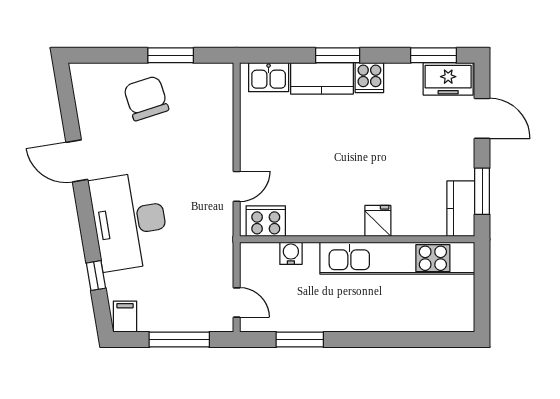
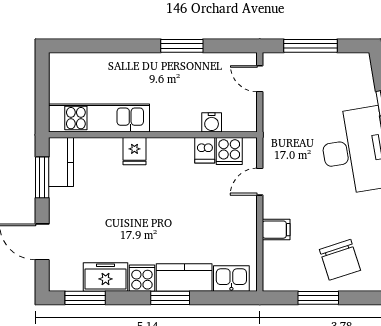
freezer: (448, 79) -> (106, 277), moved
cooker: (266, 221) -> (229, 151), width x0.73
dishwasher: (299, 222) -> (205, 150), added
kitchen unit: (397, 258) -> (99, 118), width x0.73
filing cabinet: (125, 317) -> (276, 230), moved, turned -90
window: (300, 340) -> (182, 46), moved

